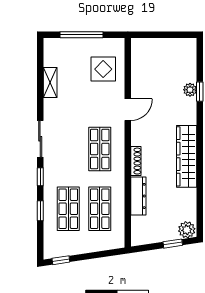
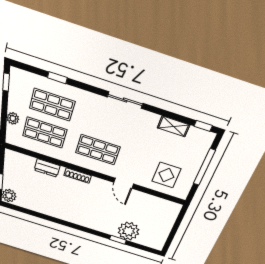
plant: (190, 90) -> (129, 231), width x1.87, depth x1.87
wardrobe: (187, 156) -> (69, 214), removed
window: (40, 177) -> (203, 126), moved
dresser: (138, 196) -> (47, 168), width x0.70
plant: (96, 245) -> (13, 118), added

